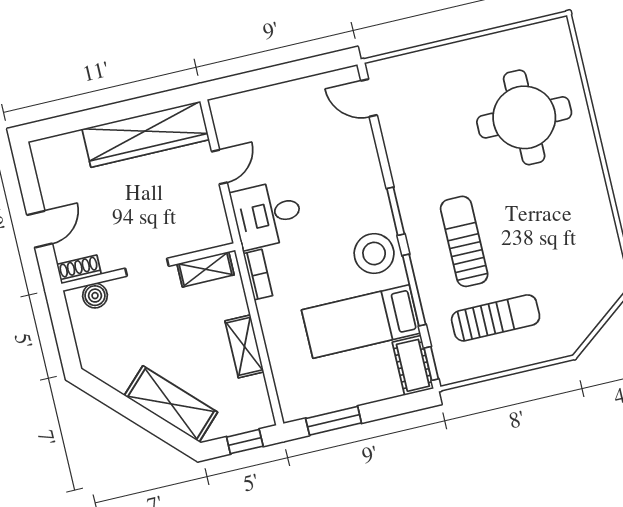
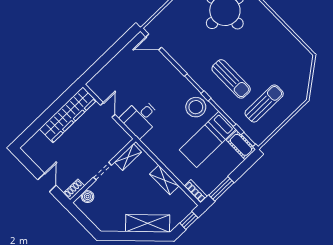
sun lounger: (464, 241) -> (231, 79), turned 180
bookcase: (258, 275) -> (196, 191), moved

